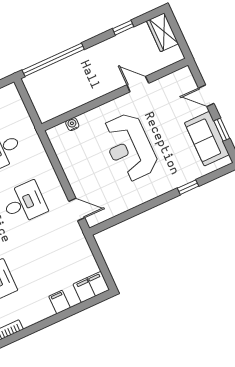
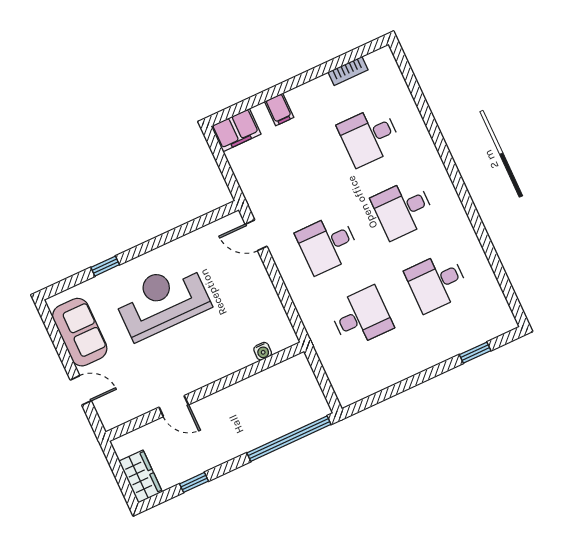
window: (222, 130) -> (60, 345), removed
reception desk: (130, 147) -> (162, 301), moved, turned -90

